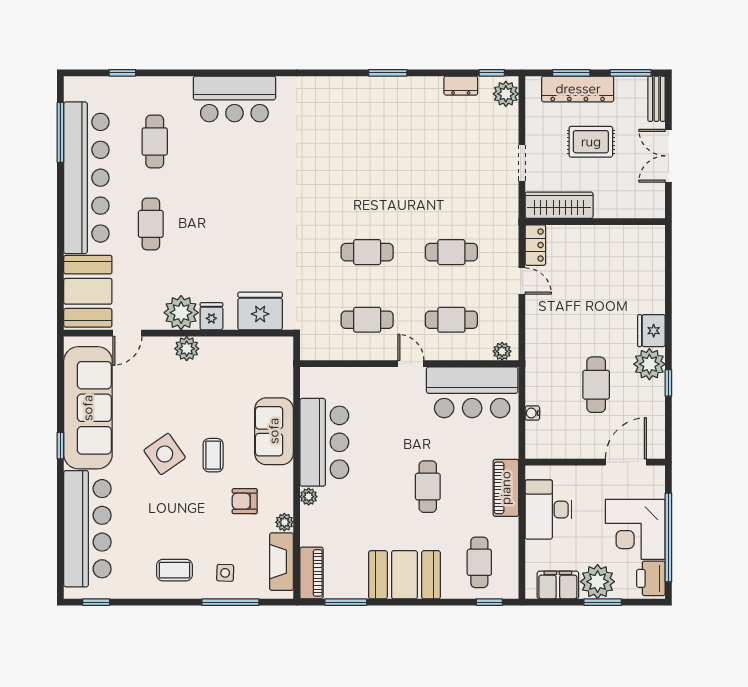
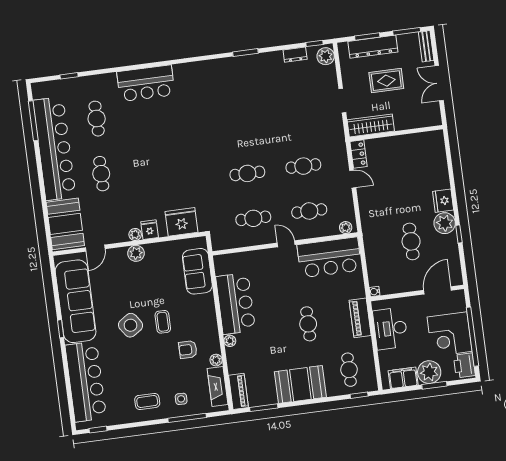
plant: (181, 313) -> (135, 235), width x0.53, depth x0.53
water cooler: (532, 413) -> (375, 292), moved
sofa: (274, 431) -> (197, 271), moved

